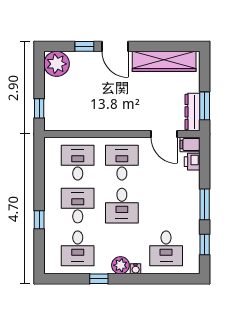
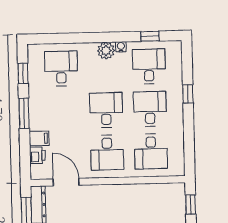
filing cabinet: (190, 144) -> (39, 138), moved
desk: (78, 206) -> (150, 109), turned 180
water cooler: (136, 269) -> (121, 47), moved
window: (99, 279) -> (150, 36), moved

